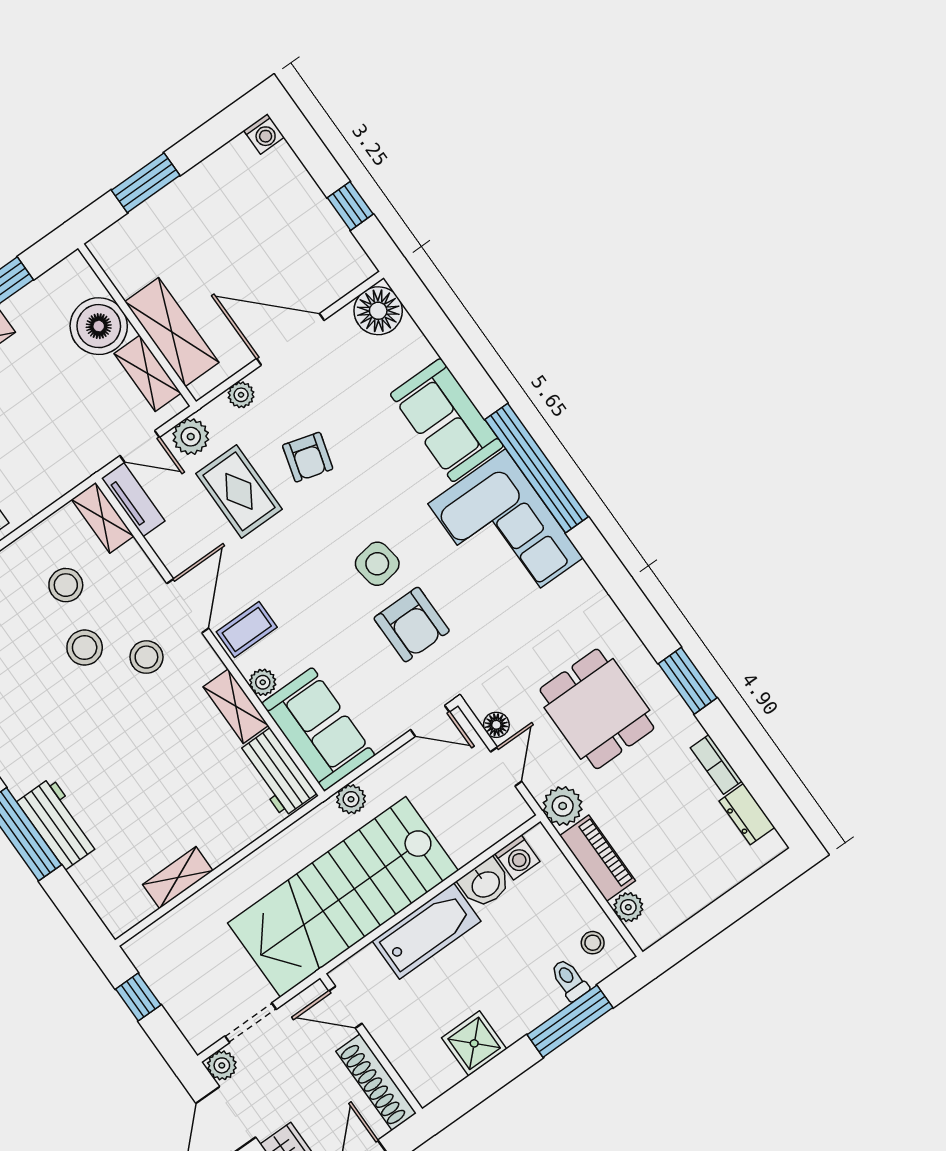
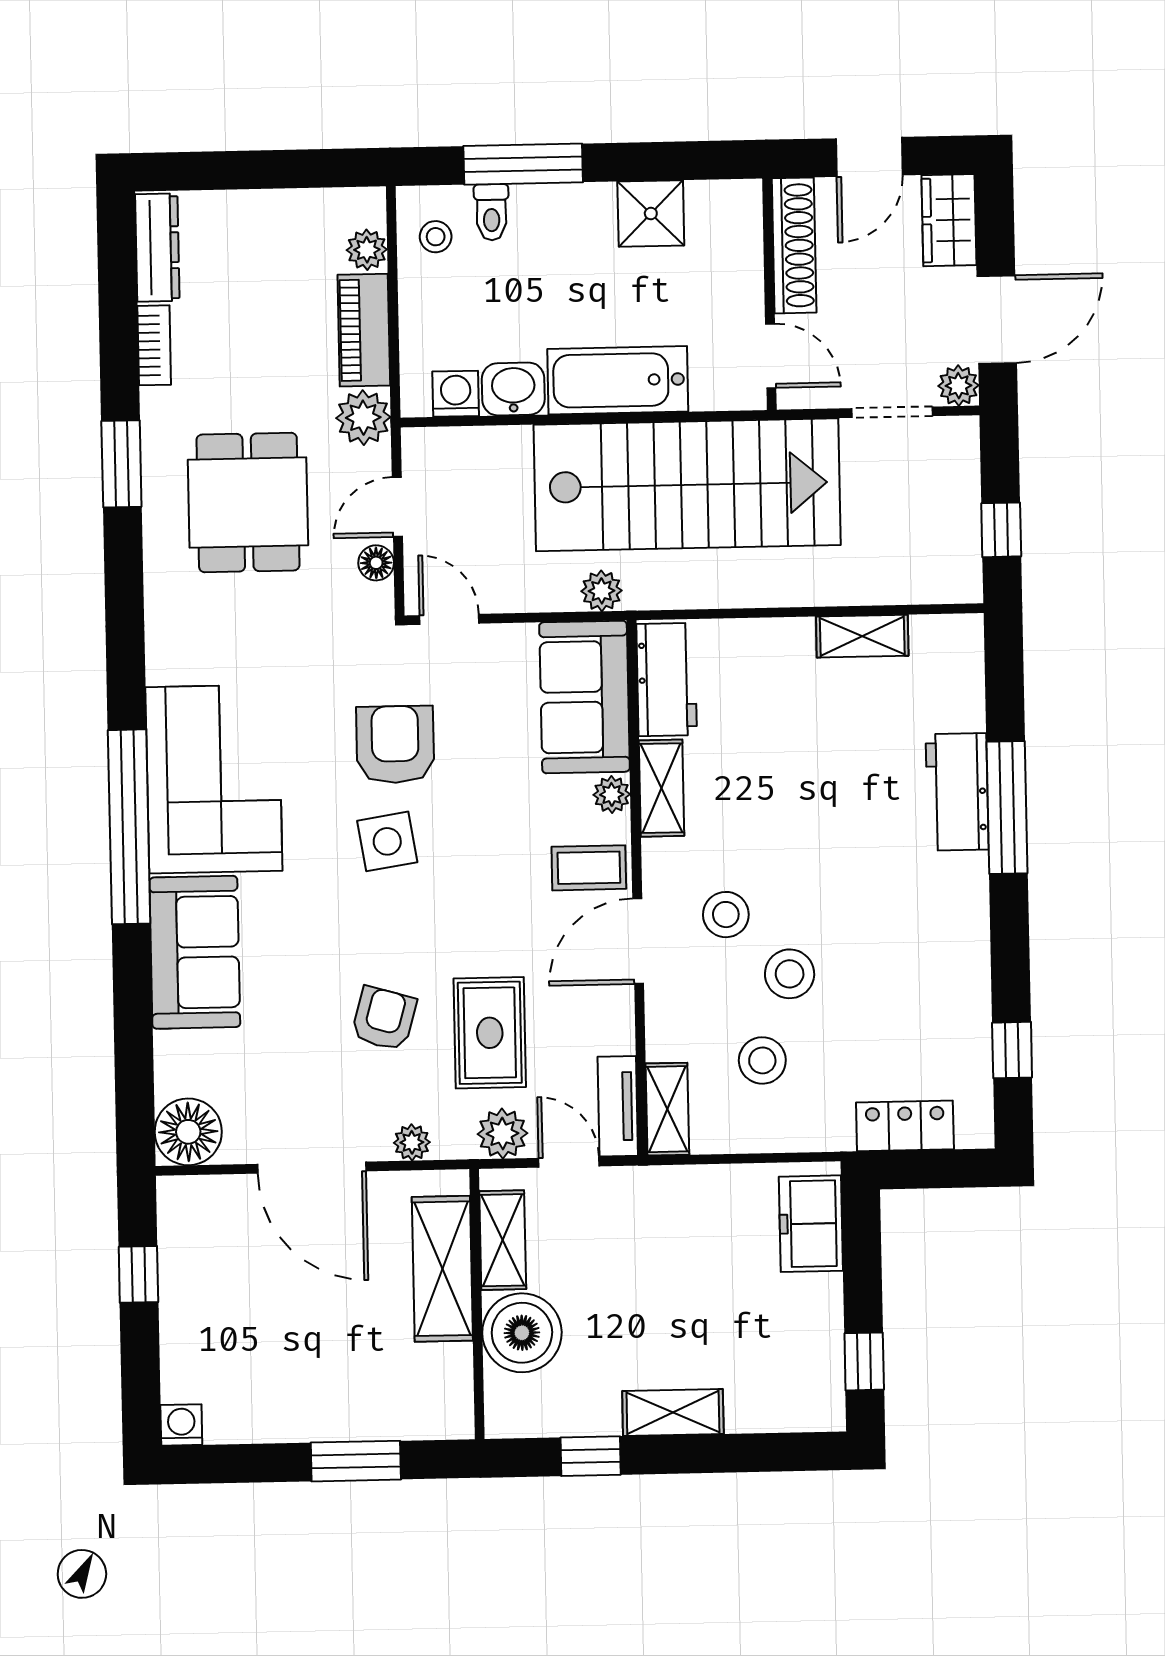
dresser: (747, 814) -> (157, 248), width x1.44

